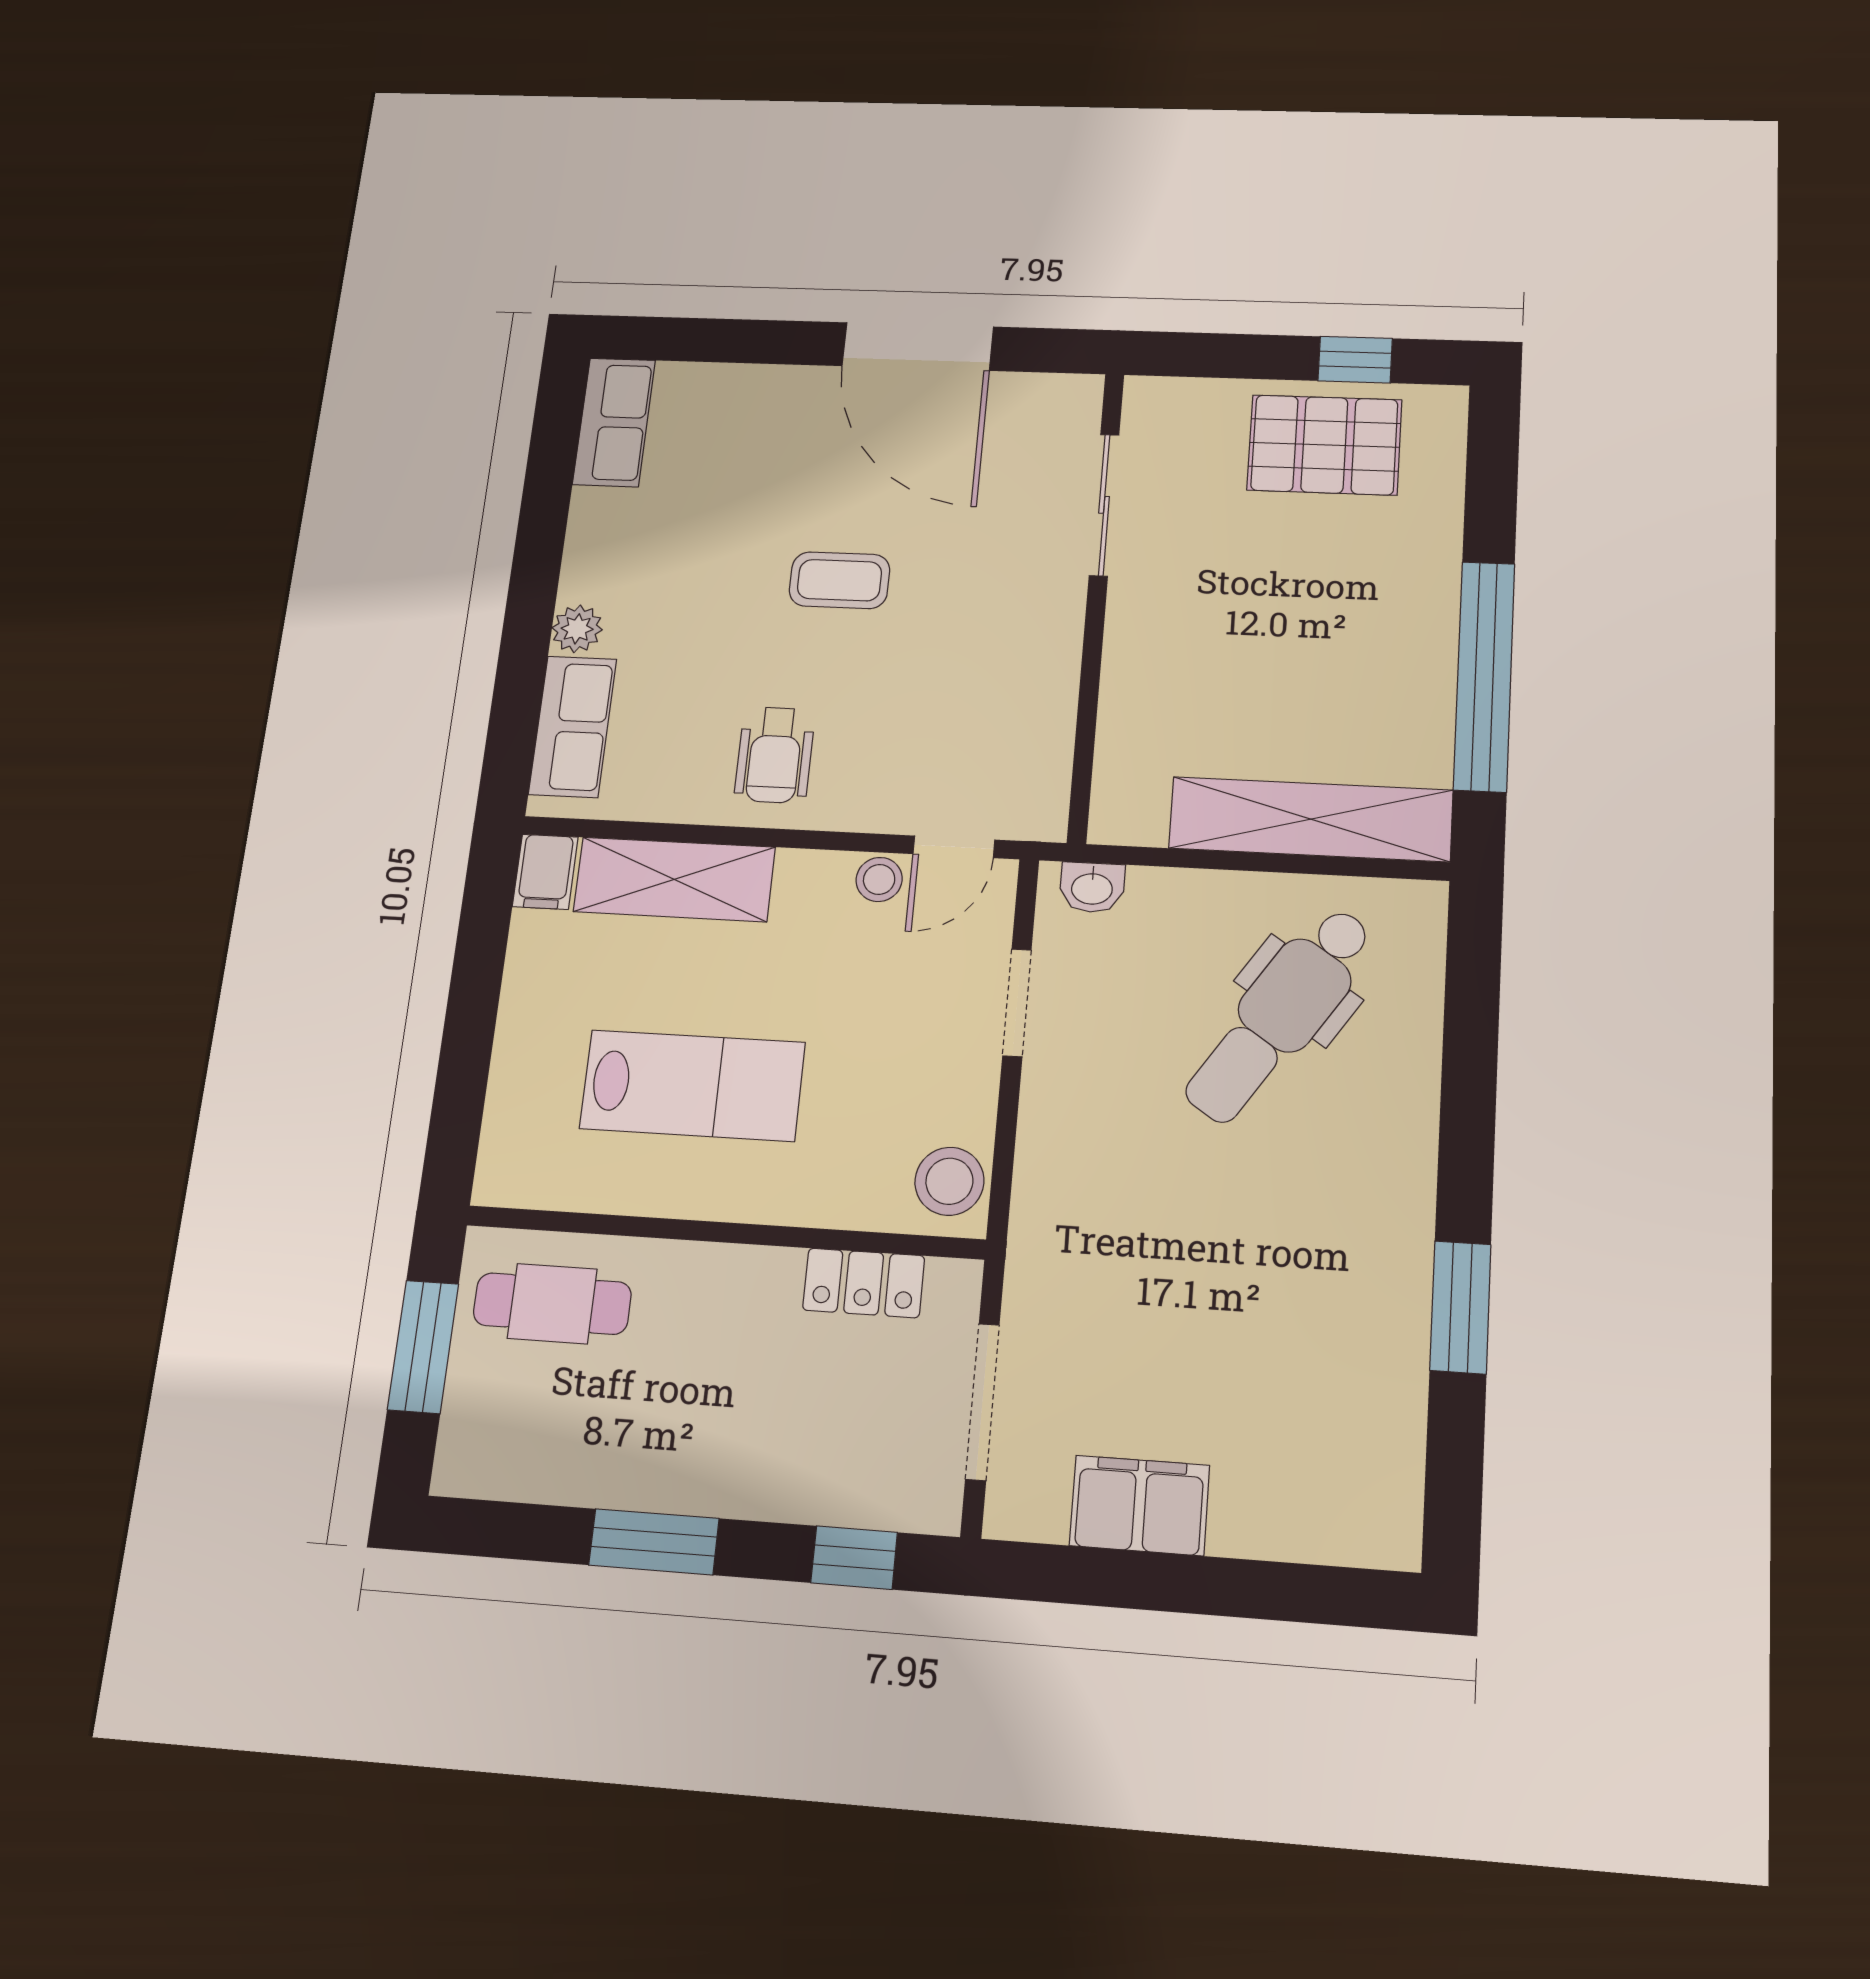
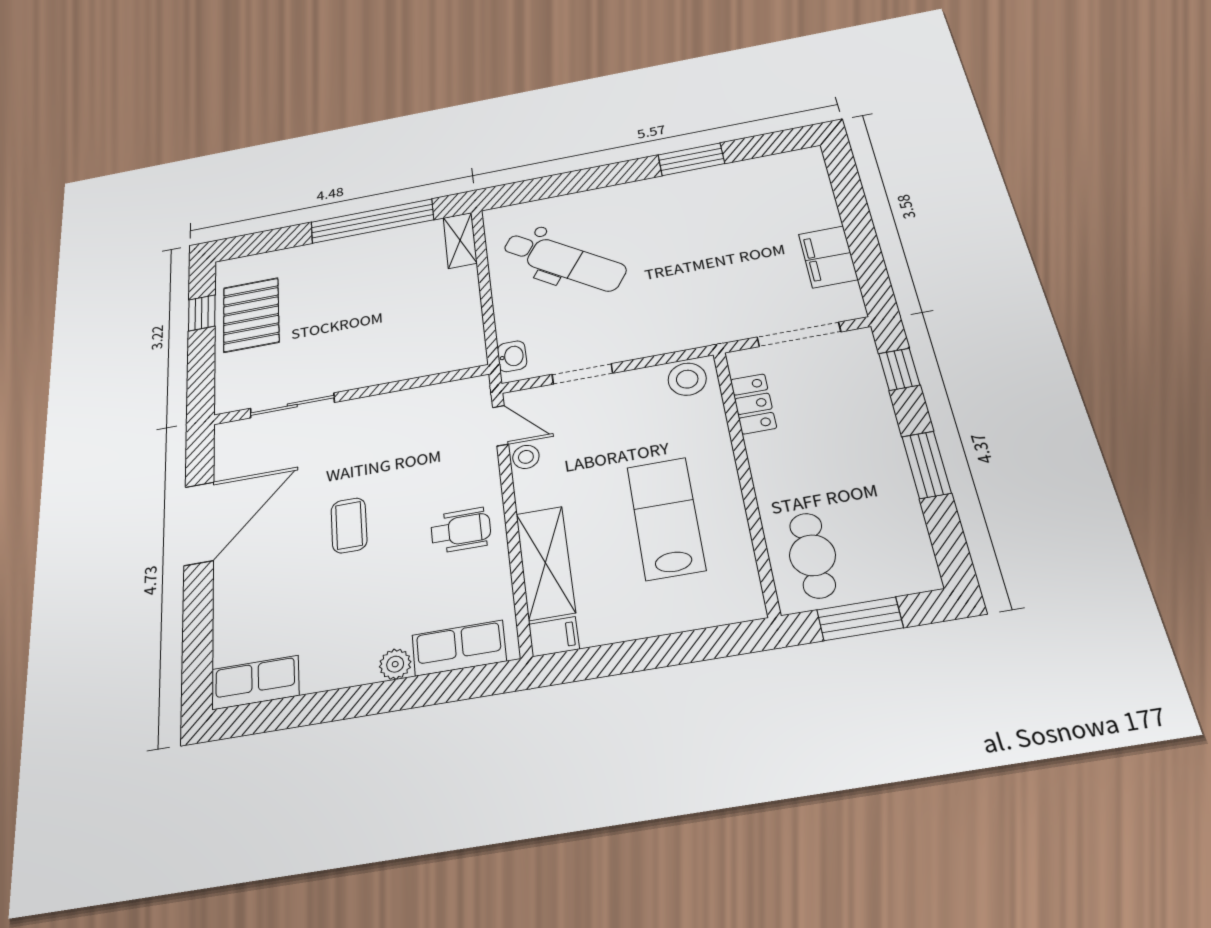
shelving: (1311, 819) -> (460, 240), width x0.45, depth x0.75

